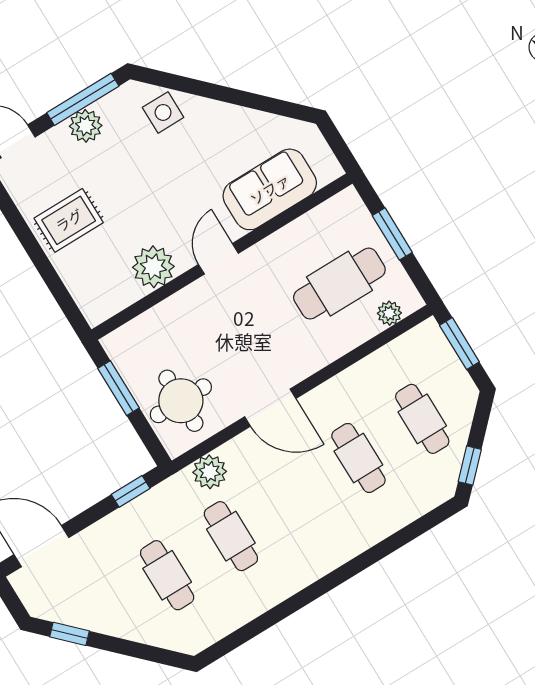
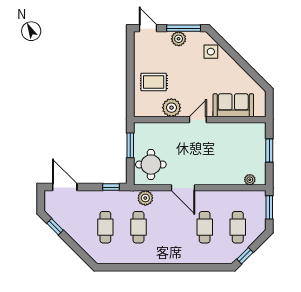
rug: (69, 220) -> (154, 82), moved
cafe table: (339, 284) -> (238, 157), removed

